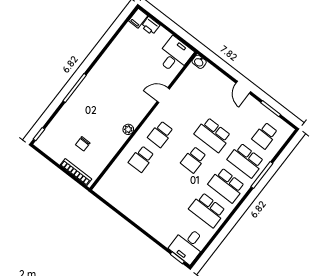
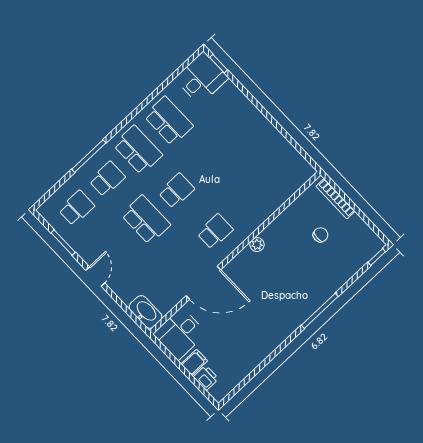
filing cabinet: (138, 18) -> (194, 362), moved
washbasin: (199, 62) -> (145, 312), width x1.91, depth x1.45
door: (163, 95) -> (203, 283), width x1.88
school desk: (141, 159) -> (246, 203), removed
school desk: (246, 160) -> (107, 179), width x0.54

